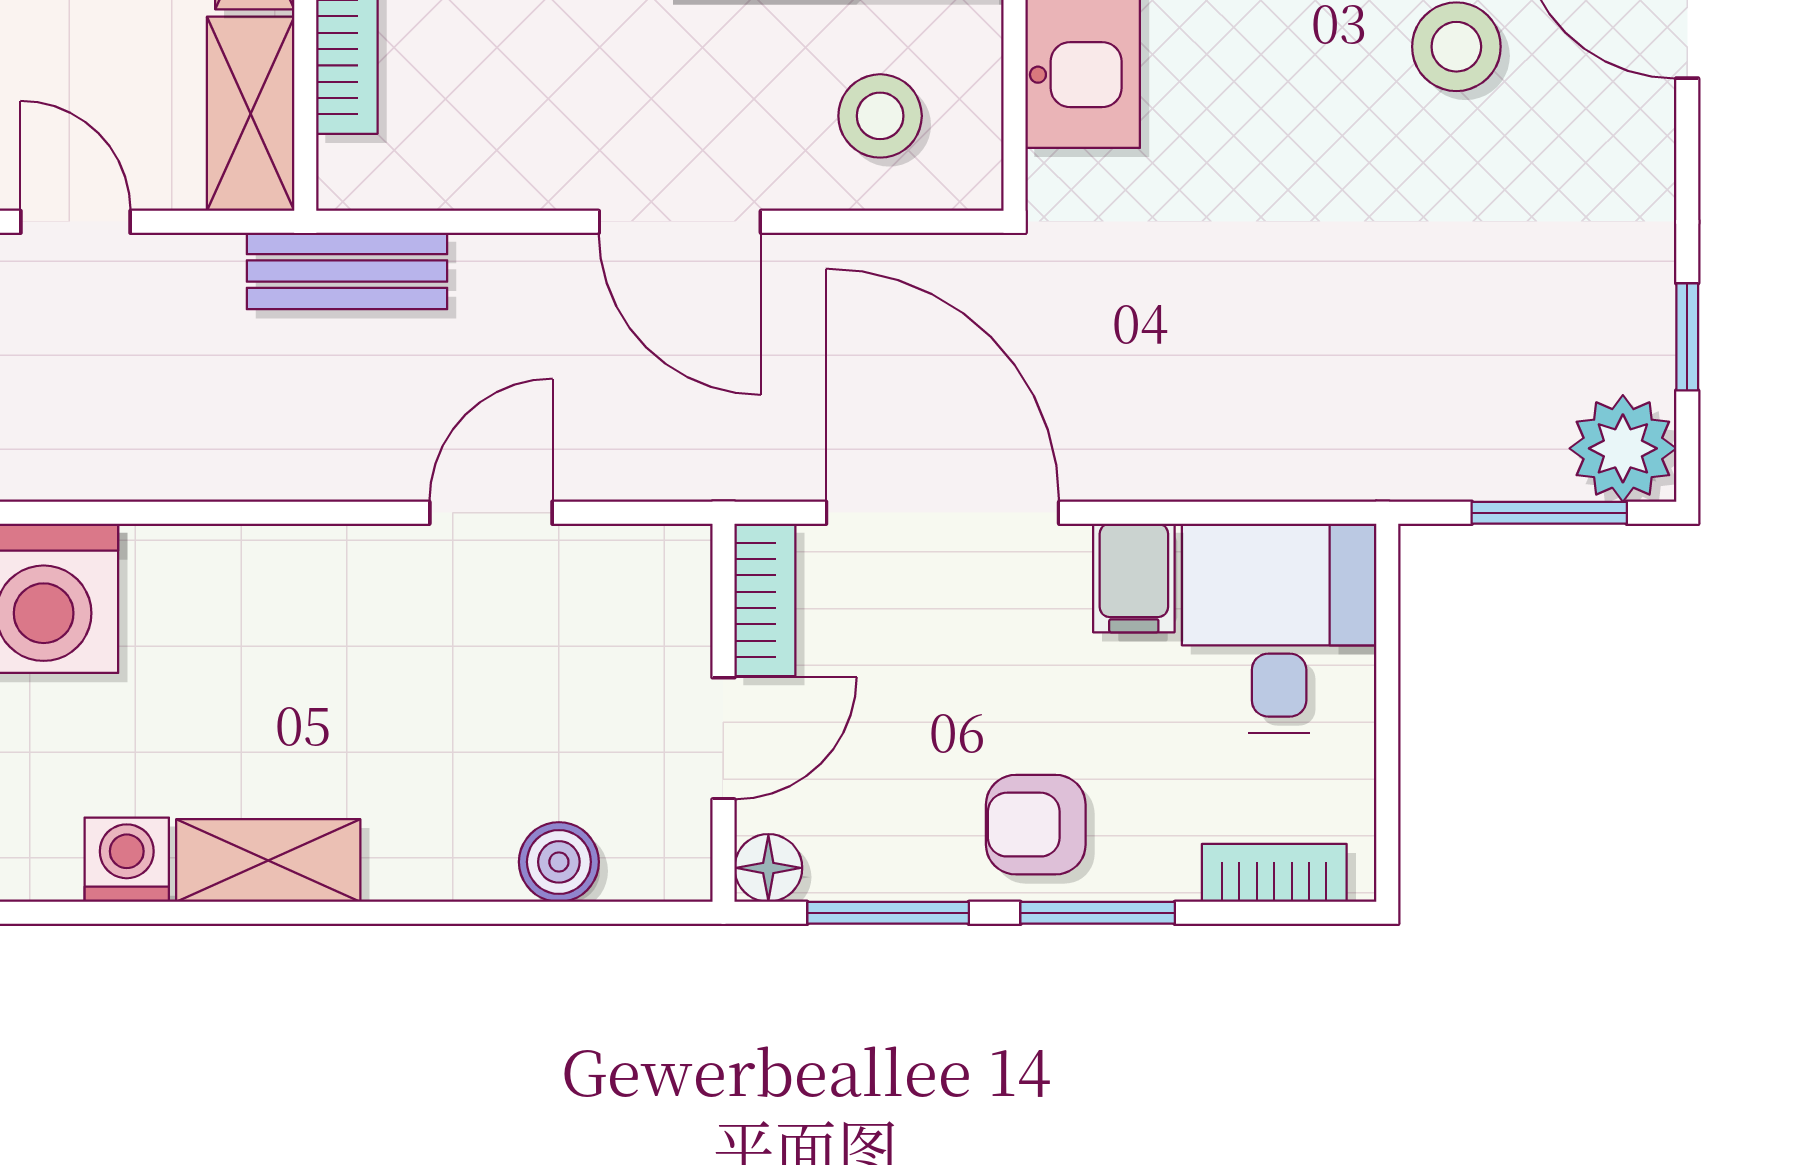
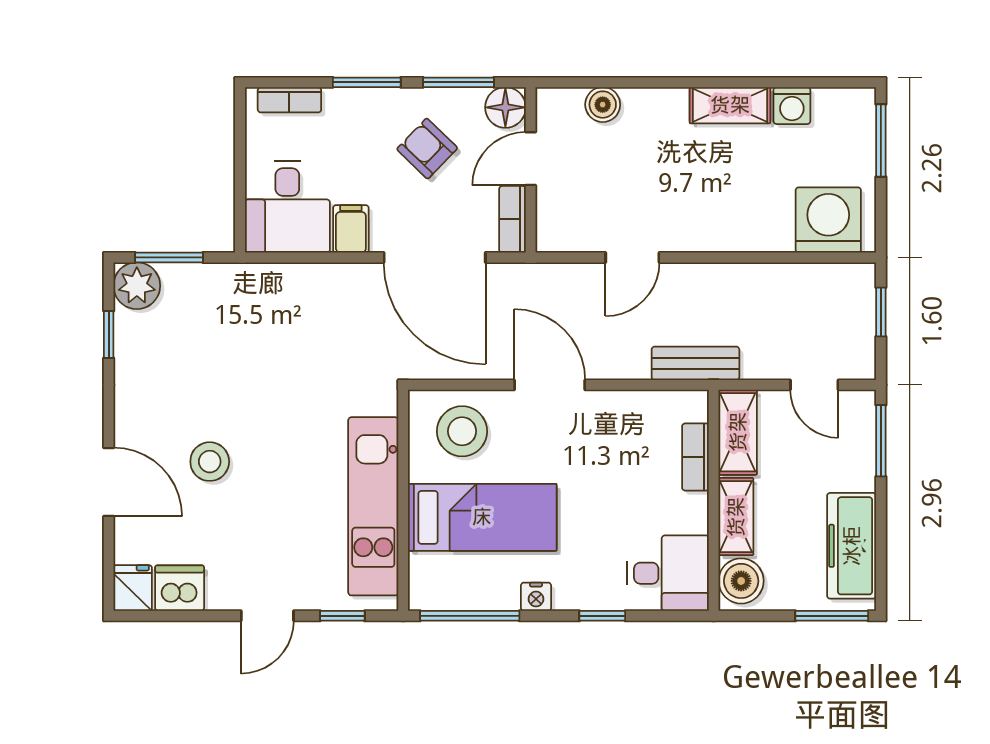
stool: (880, 116) -> (462, 431), width x1.38, depth x1.38
armchair: (1036, 825) -> (427, 149), moved, turned -136
floor lamp: (768, 868) -> (505, 107), width x1.37, depth x1.37

